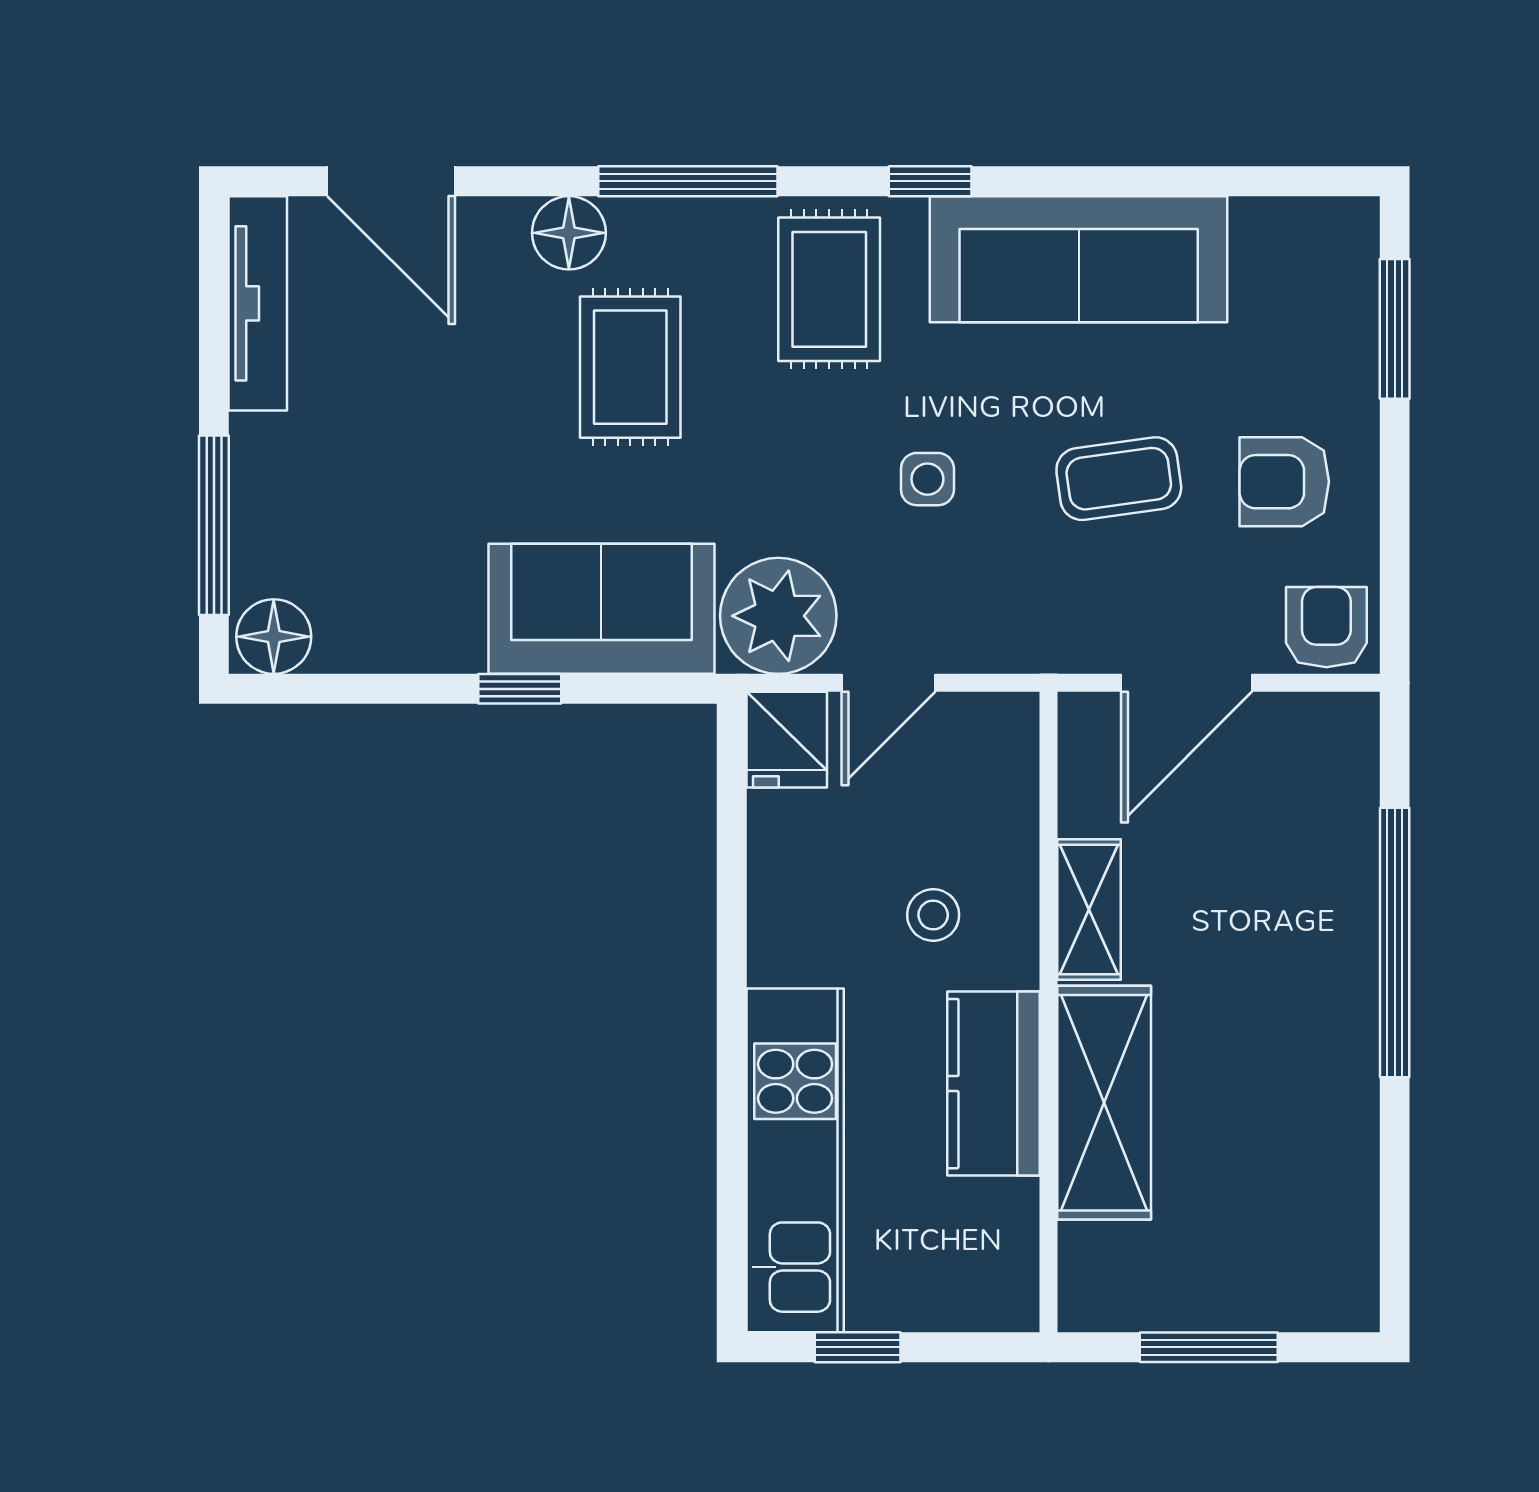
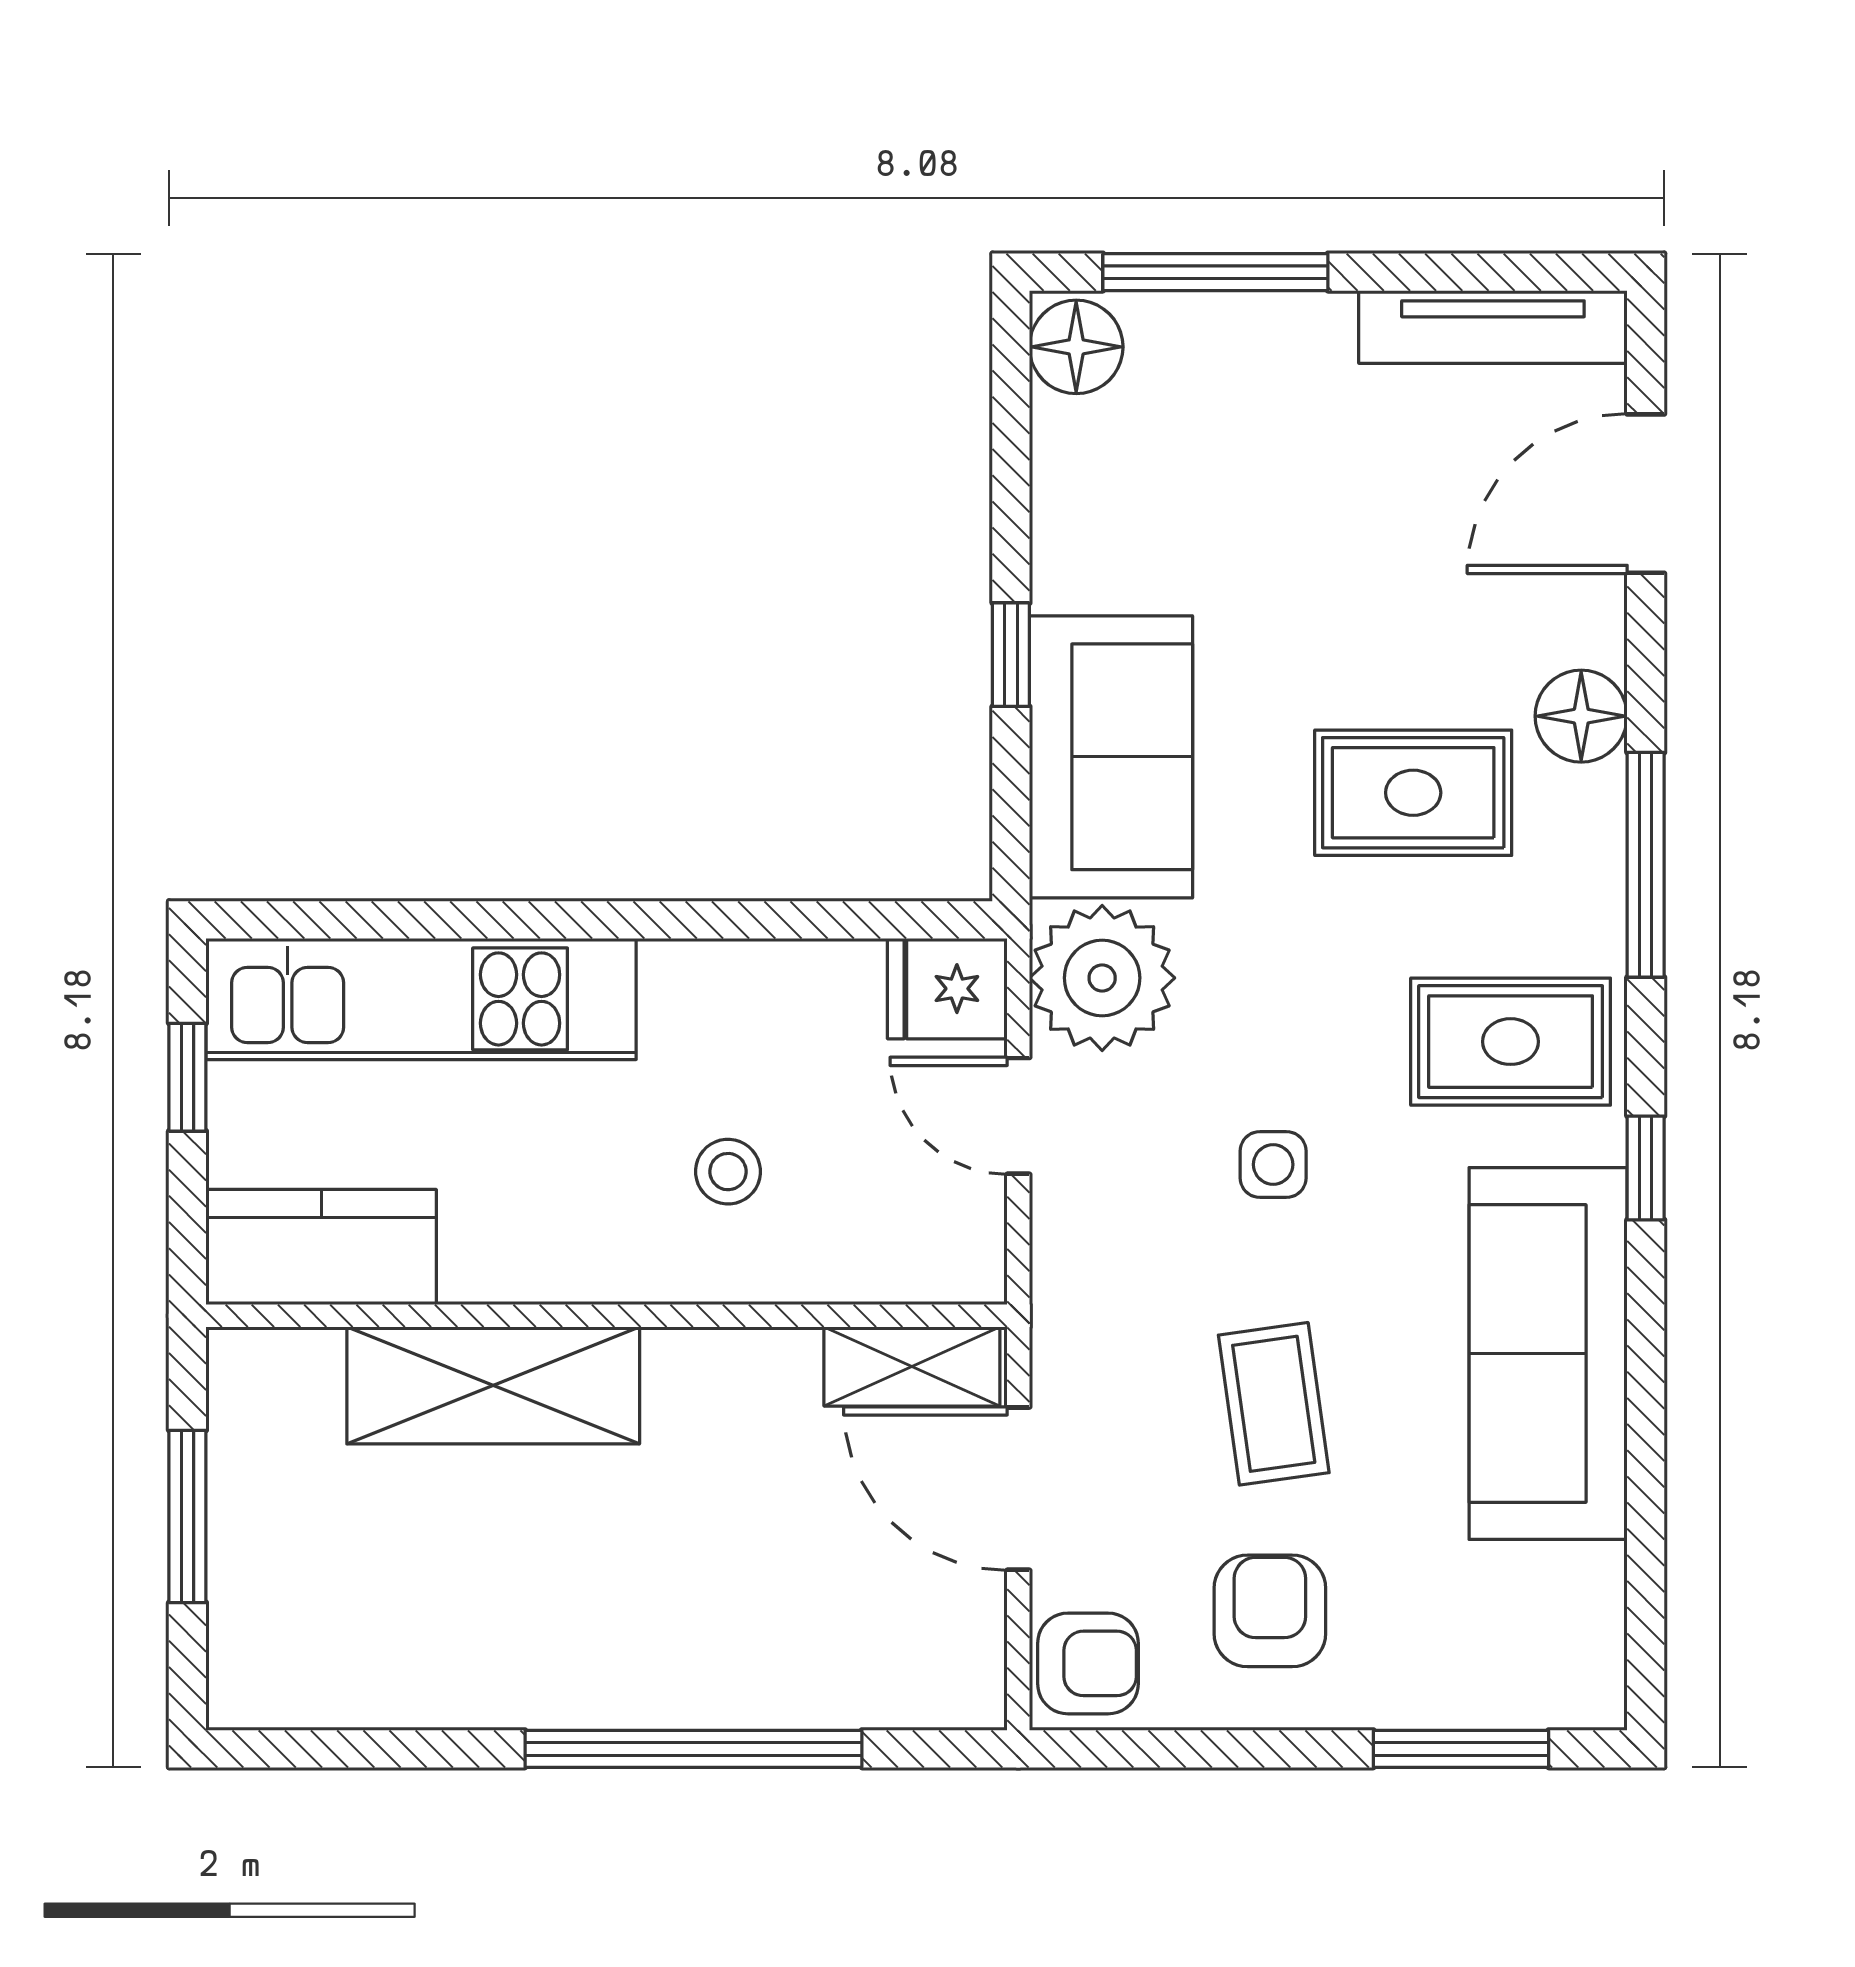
shelving: (1089, 910) -> (912, 1366), moved
kitchen counter: (993, 1084) -> (321, 1247), moved

